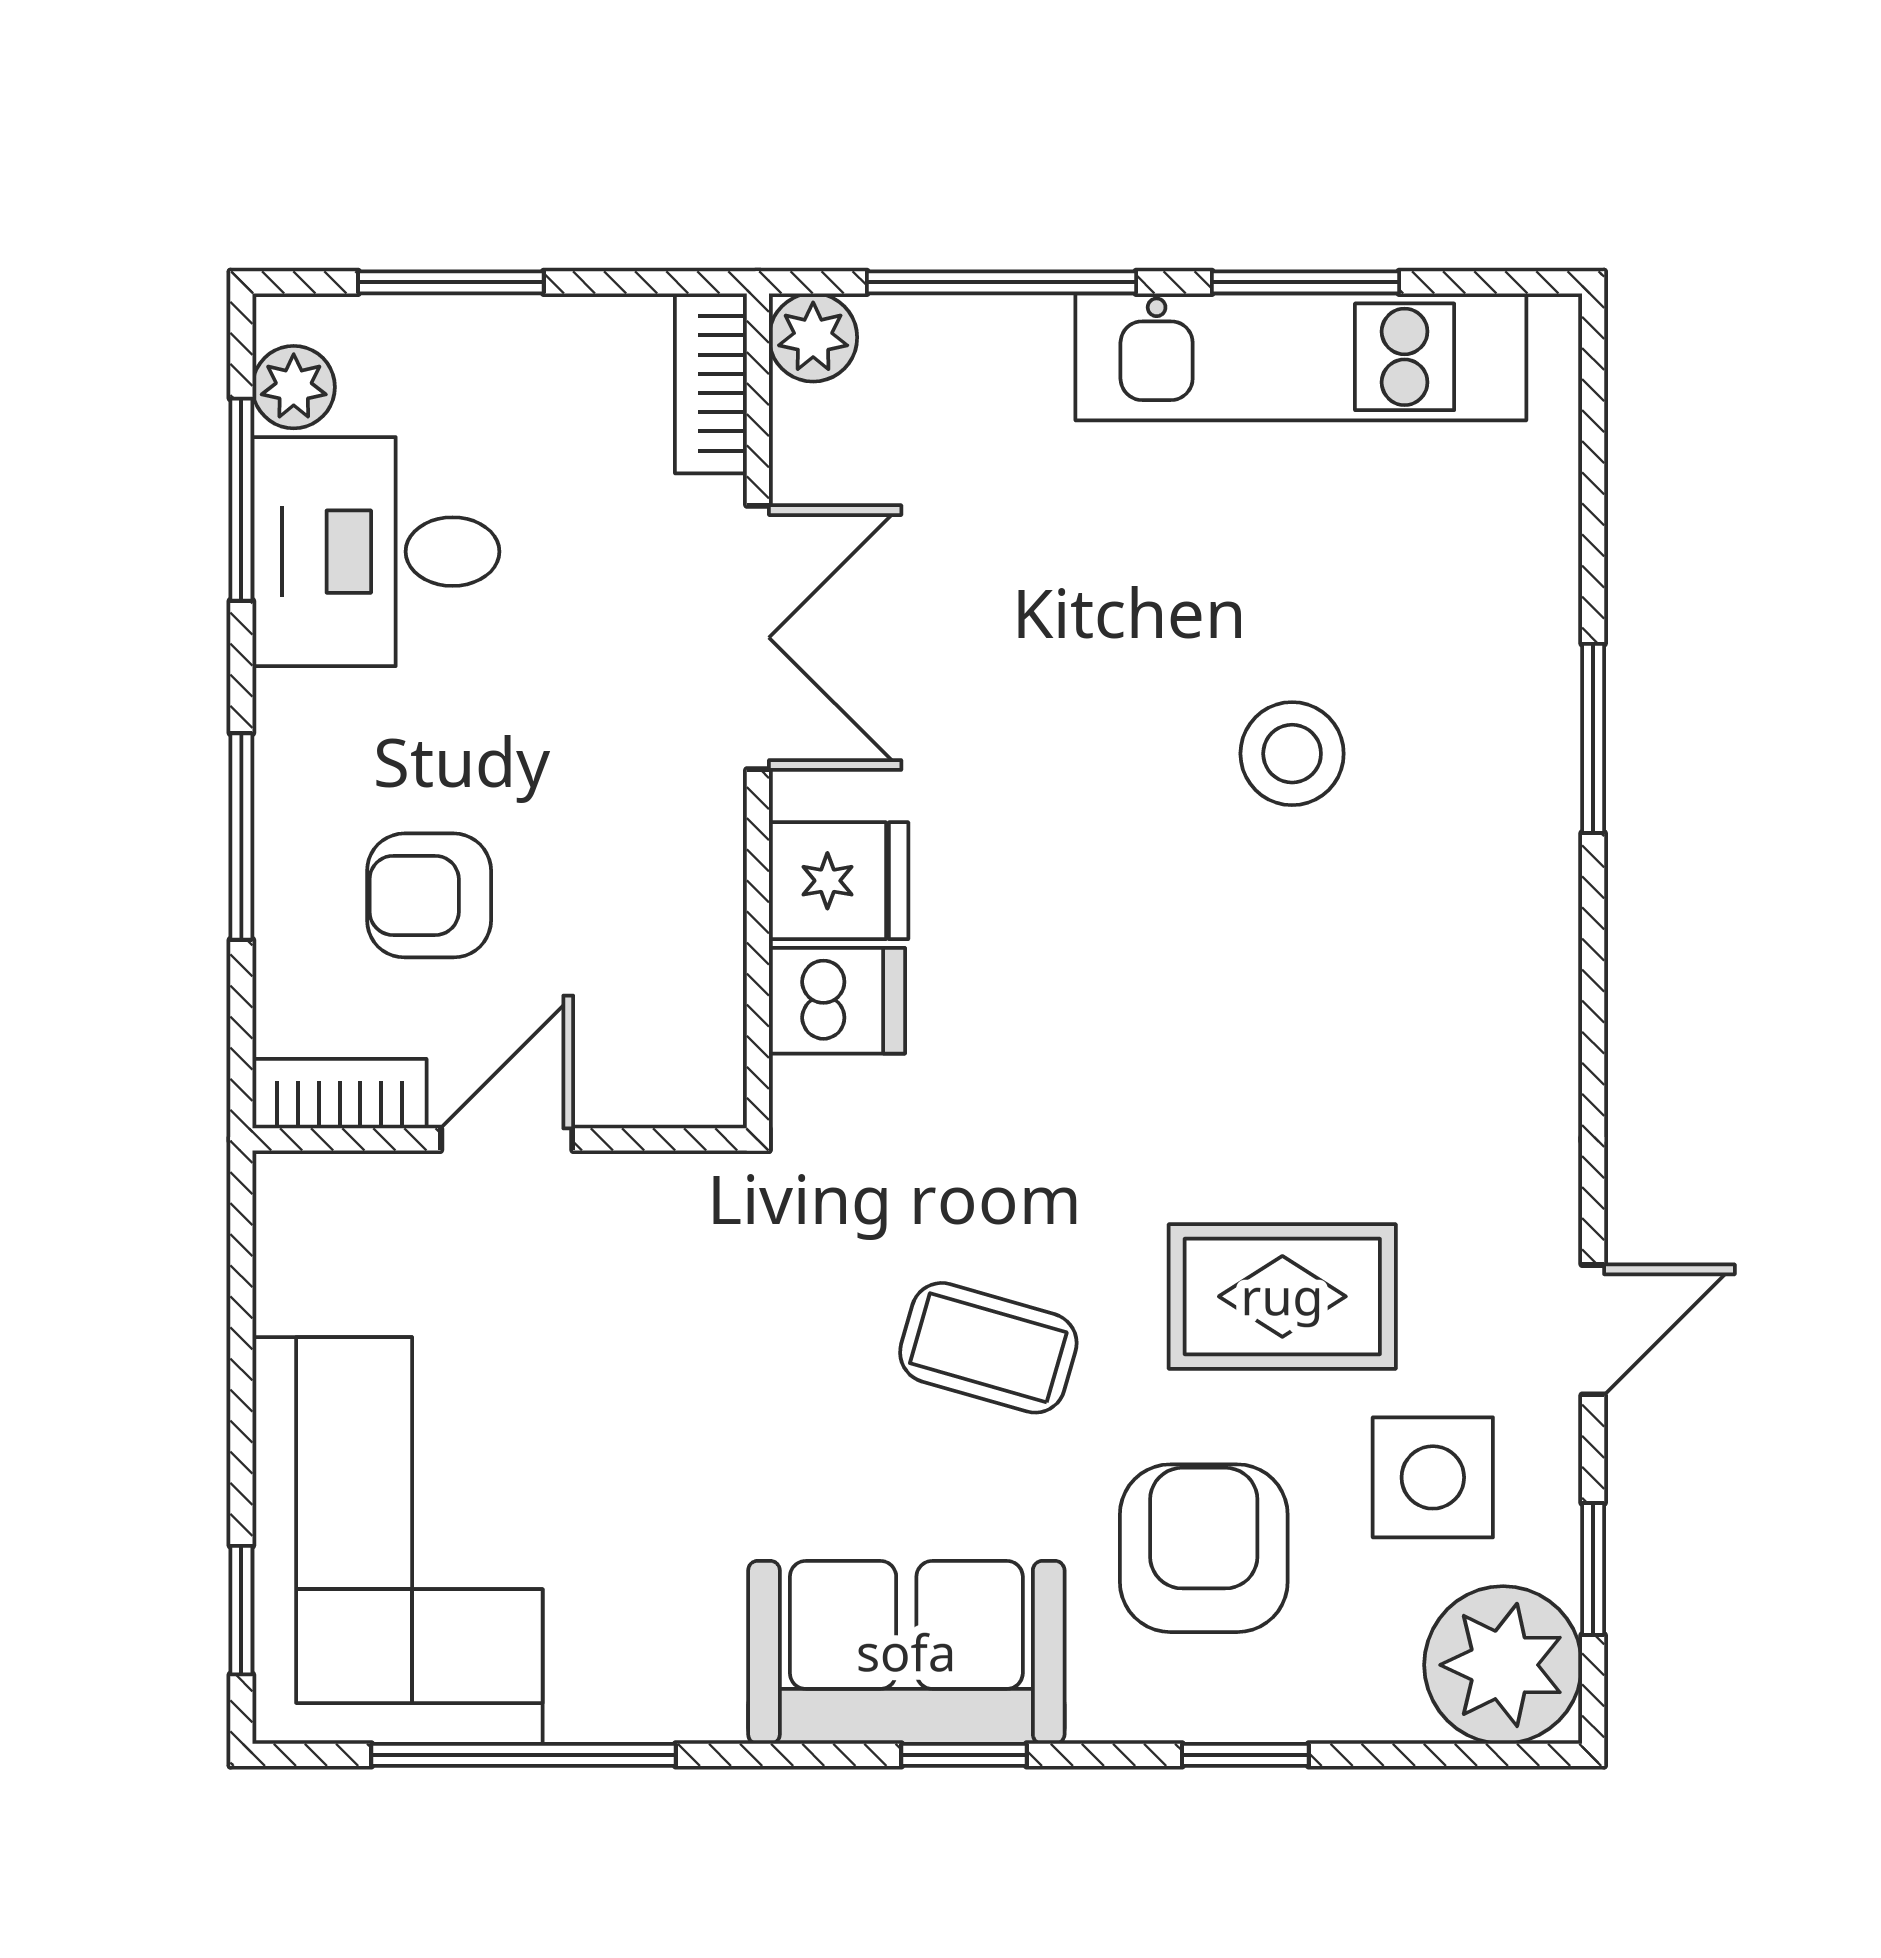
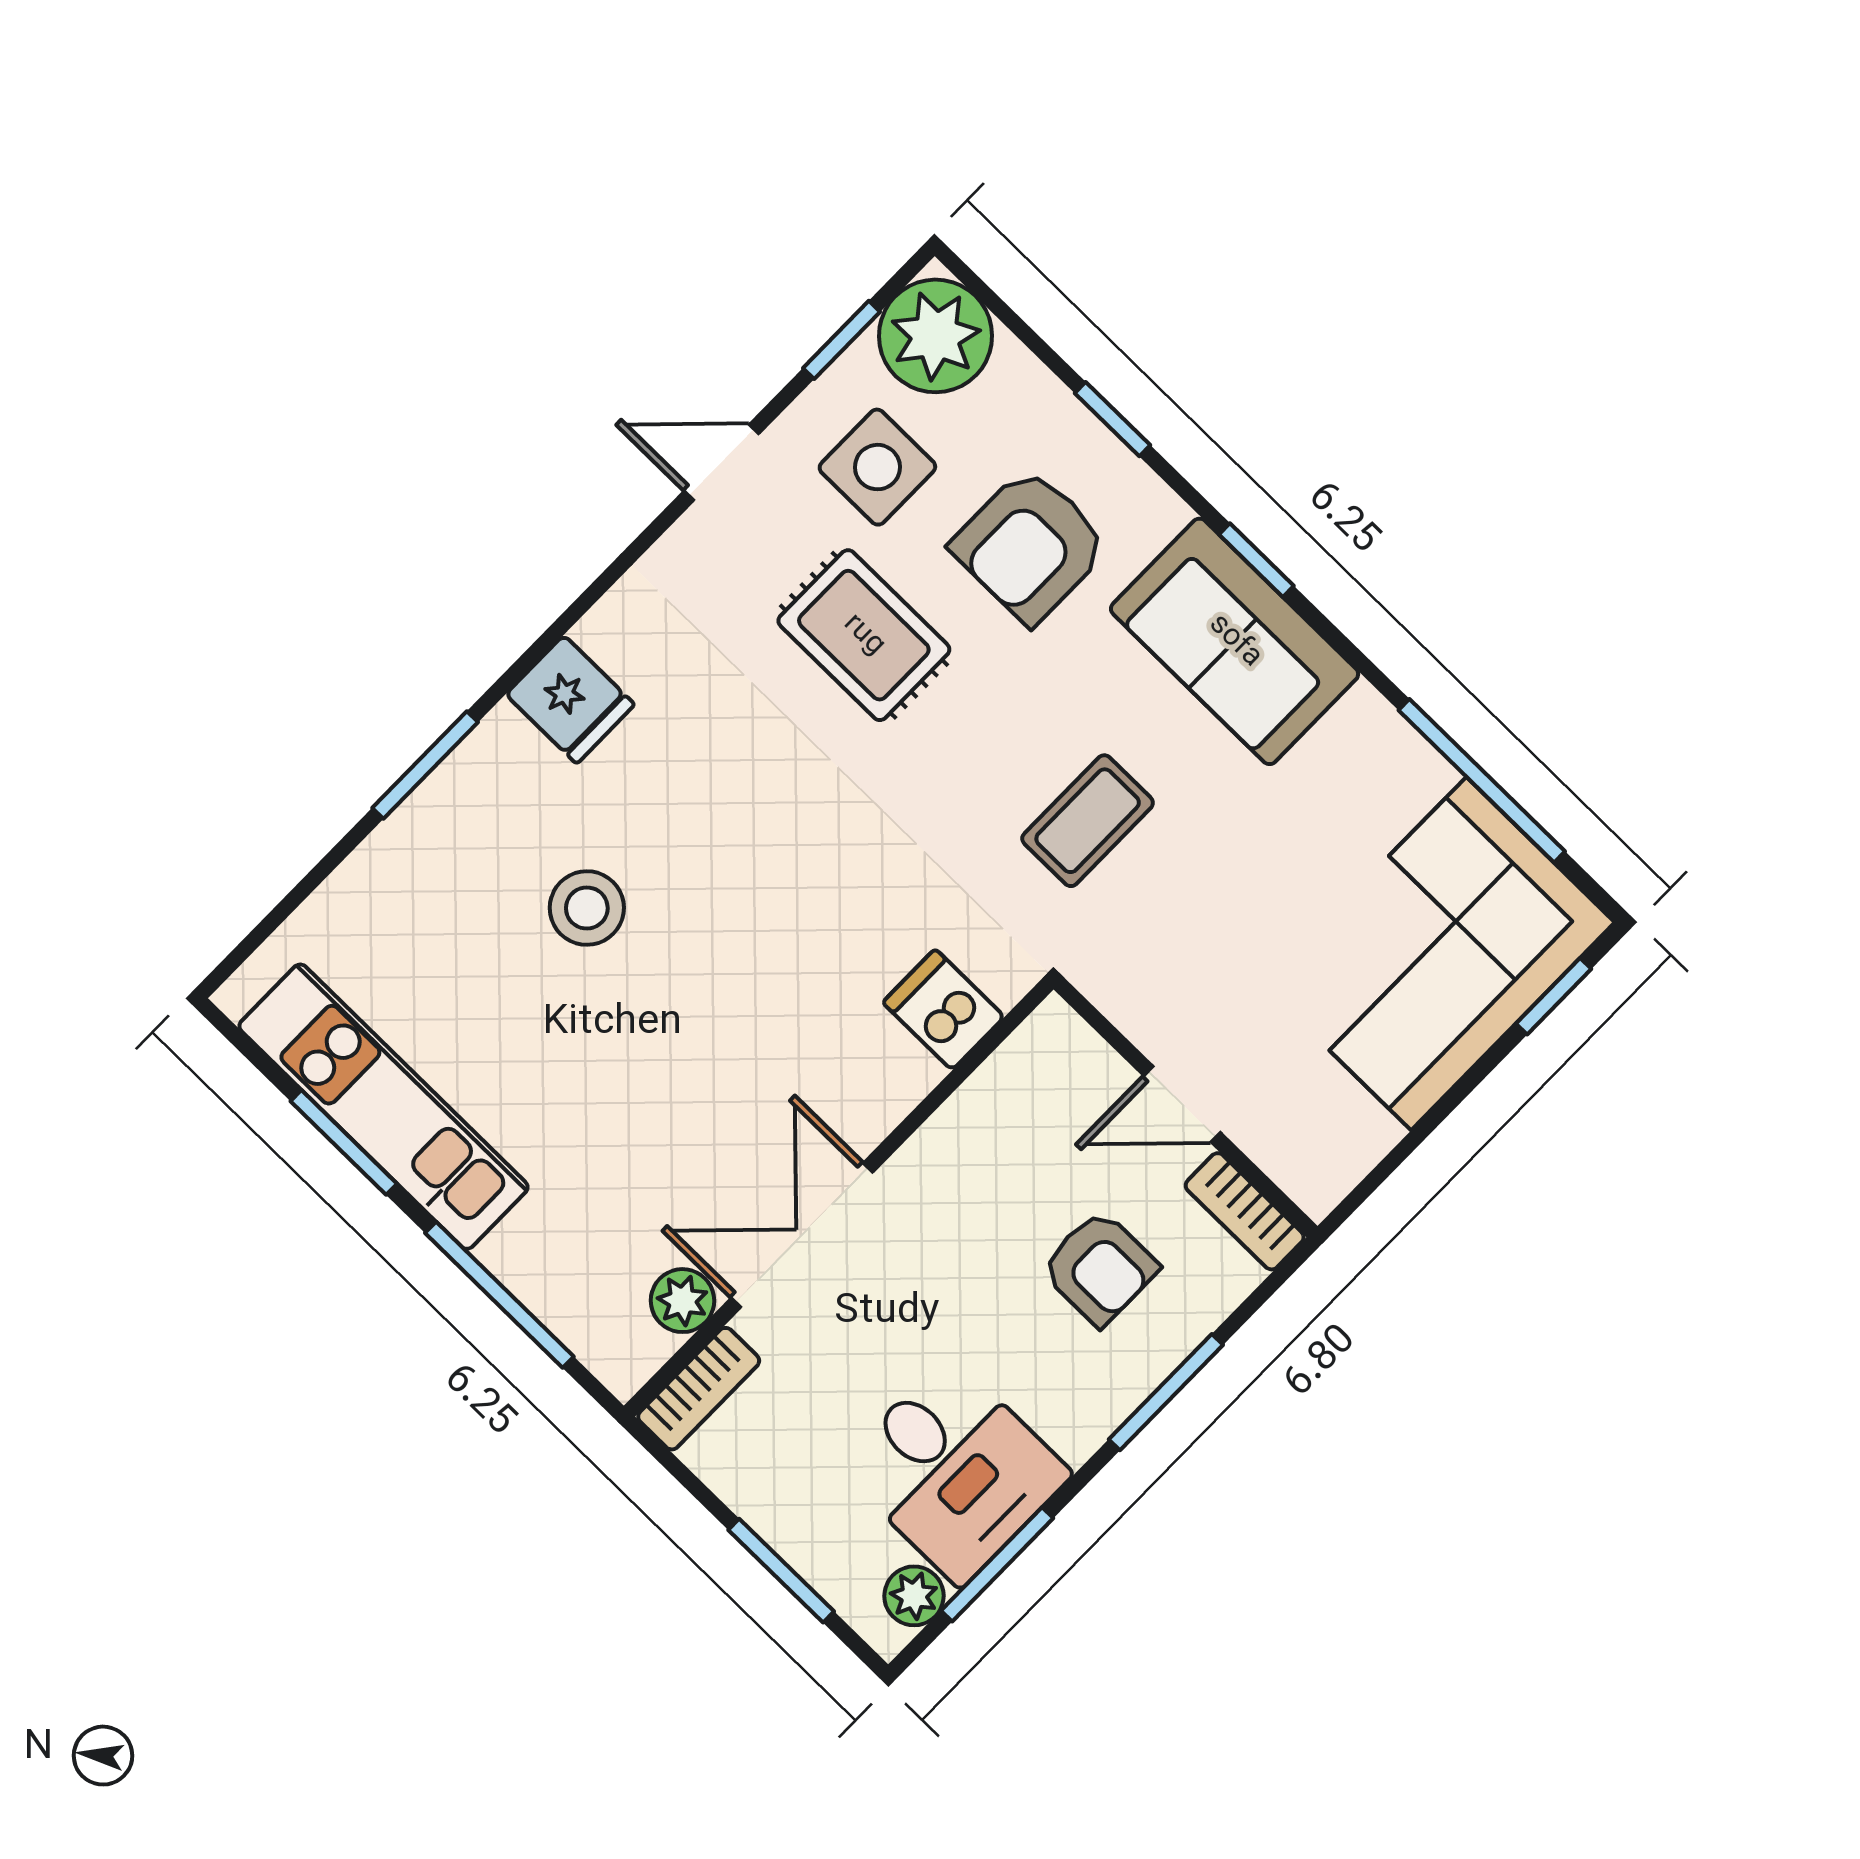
plant: (813, 337) -> (683, 1301), moved
fridge: (839, 881) -> (570, 699), moved, turned 180
coffee table: (988, 1348) -> (1088, 821), moved, turned 74

